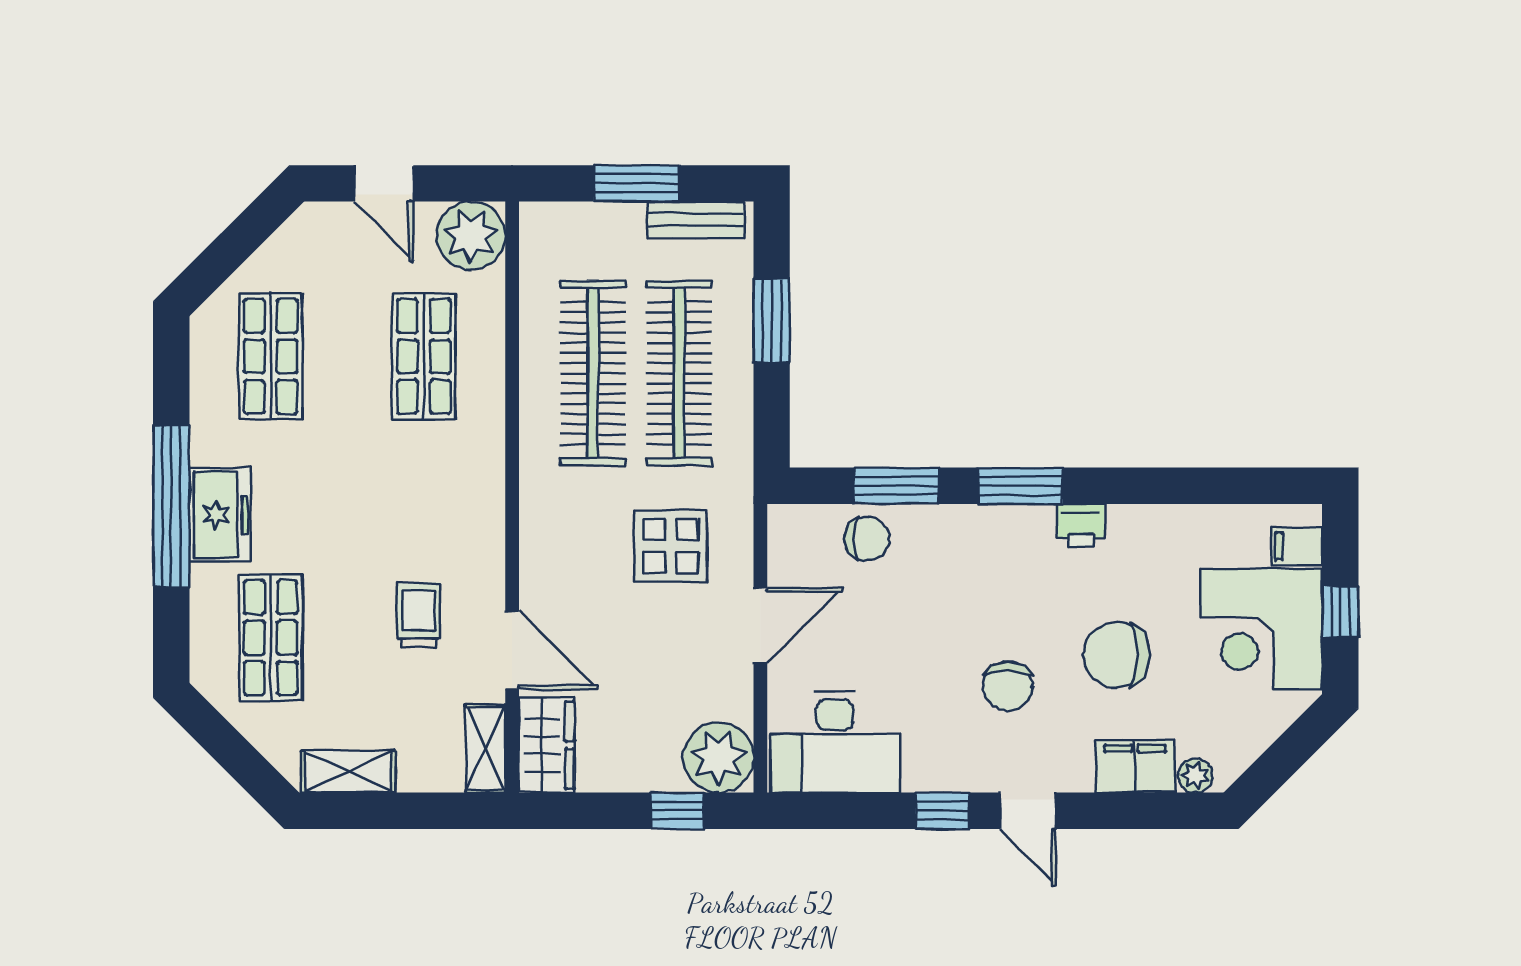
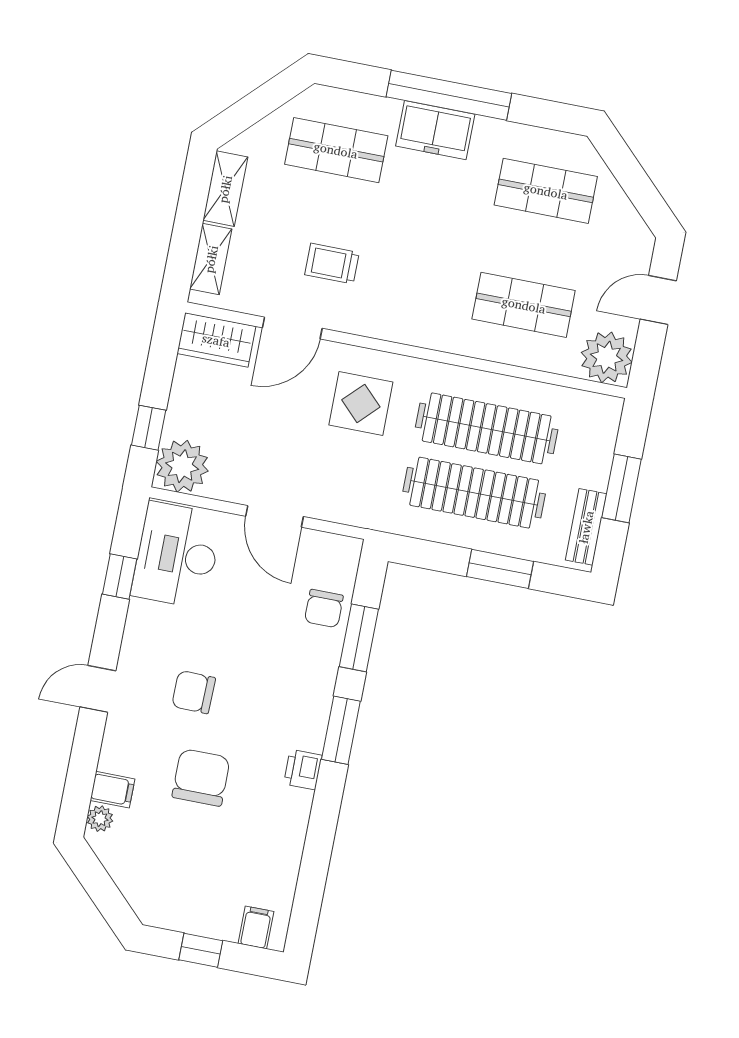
display table: (671, 546) -> (361, 403), moved
trolley: (419, 615) -> (332, 264), turned 180
corner desk: (1262, 629) -> (199, 889), removed
shelving: (485, 748) -> (211, 259), moved, turned 90
filing cabinet: (1135, 766) -> (112, 790), width x0.50
window: (942, 811) -> (120, 577), moved

